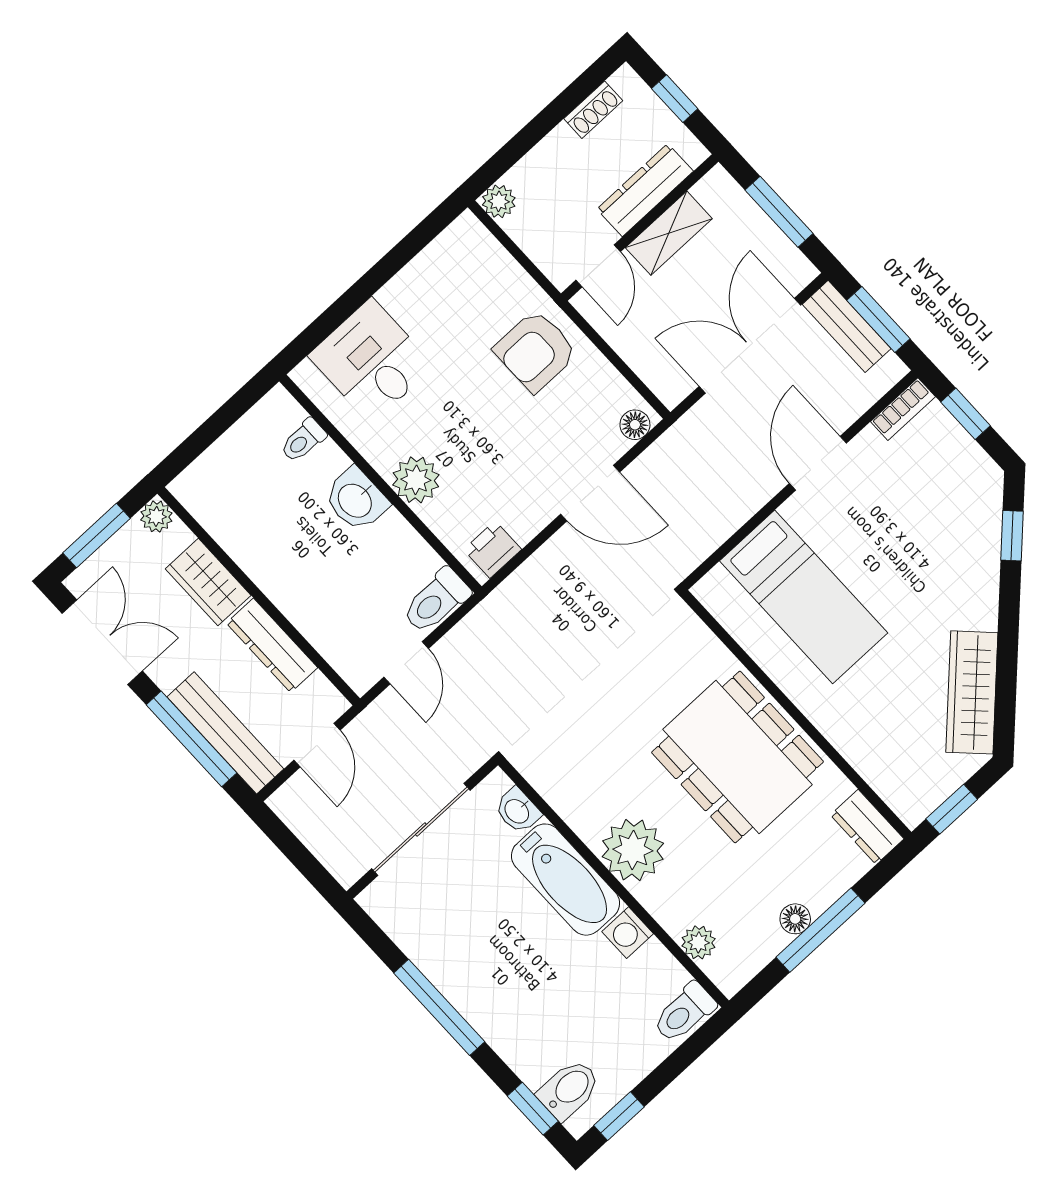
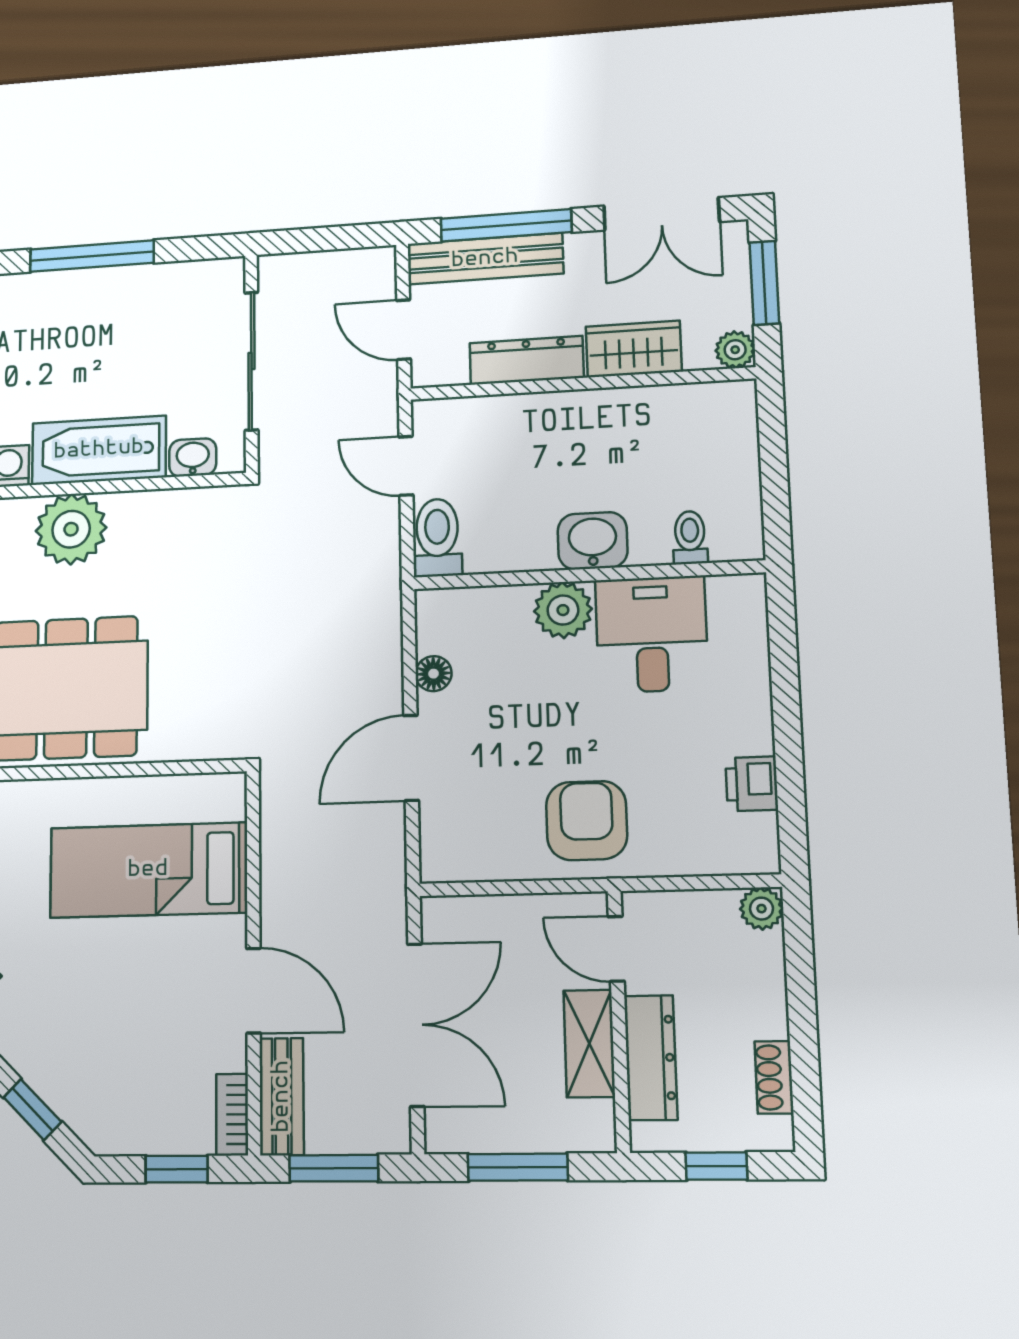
bench: (847, 326) -> (282, 1096), moved, turned 90
desk: (371, 361) -> (652, 634), moved, turned -90
floor lamp: (635, 425) -> (434, 674), moved
printer: (493, 550) -> (752, 784), moved, turned 180

